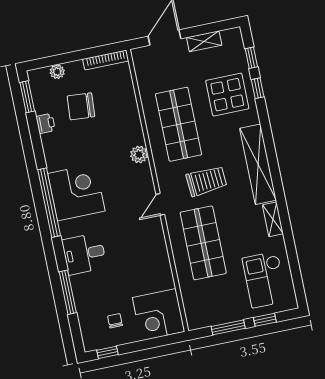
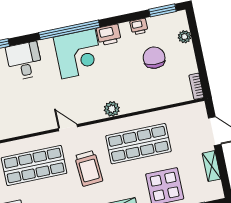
bookcase: (106, 60) -> (196, 86), width x0.64
printer: (55, 158) -> (109, 35), added

